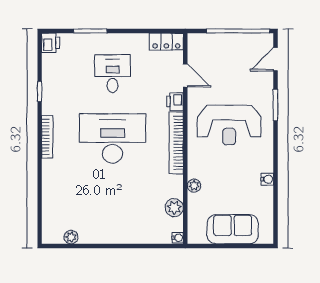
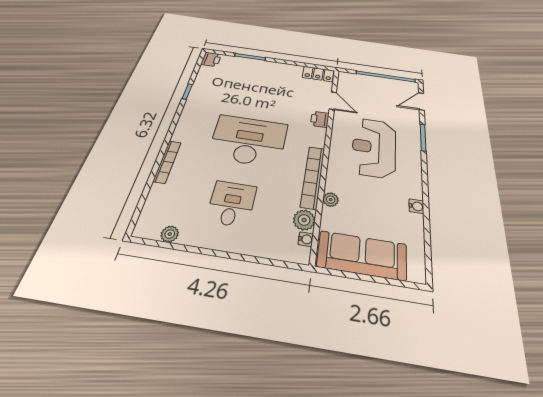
desk: (112, 74) -> (232, 204), moved
reception desk: (229, 125) -> (374, 147), turned 90
bookcase: (47, 137) -> (167, 162), moved
bookcase: (176, 143) -> (313, 177), moved
sofa: (233, 229) -> (362, 255), width x1.36
water cooler: (178, 238) -> (306, 239), moved

